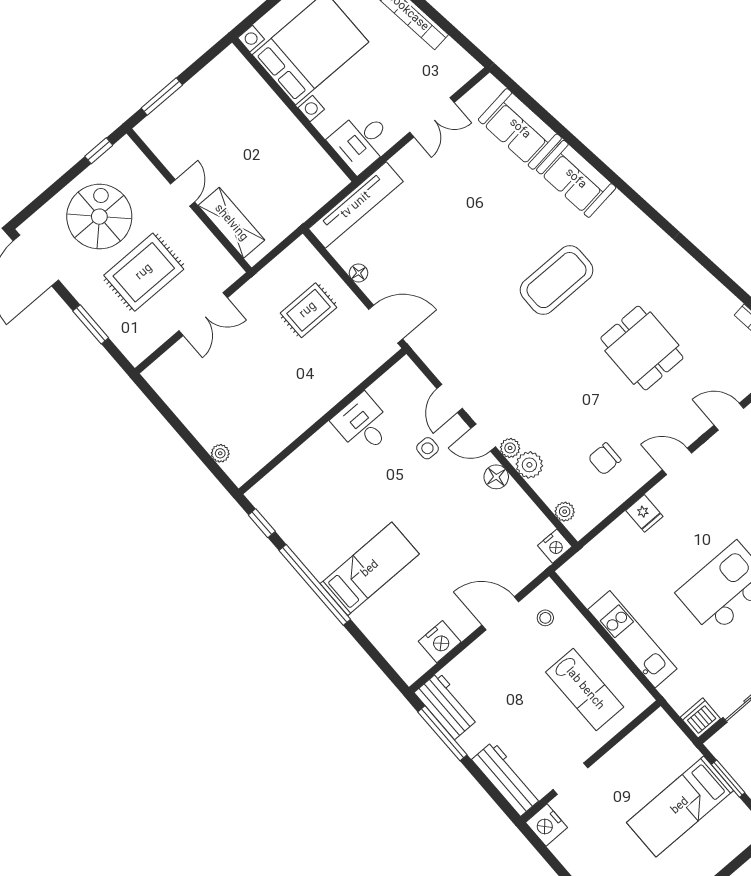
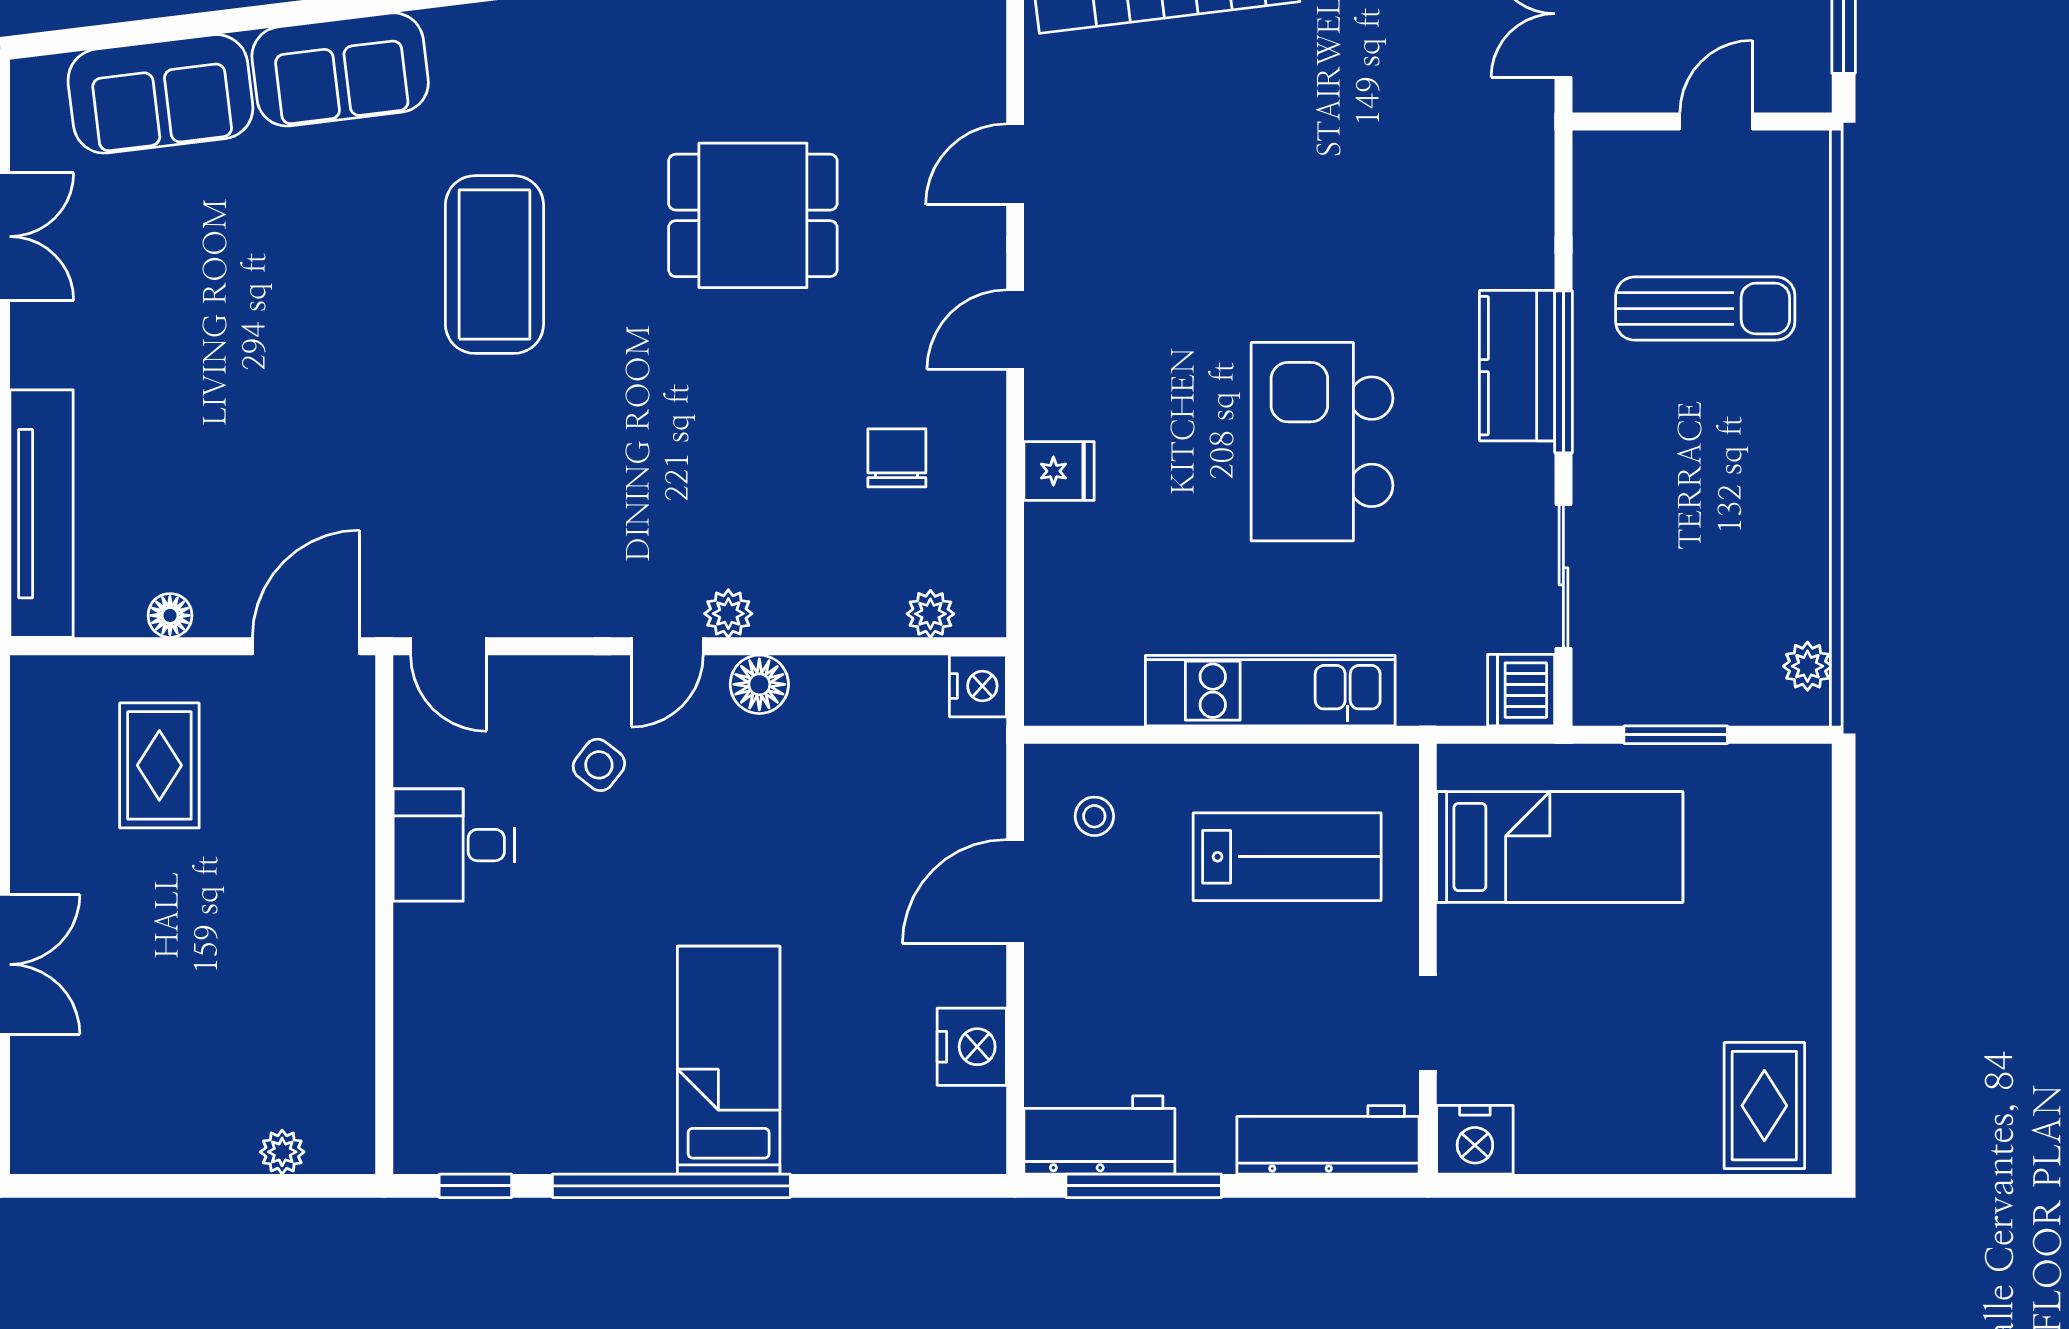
door: (450, 399) -> (449, 646), moved
side table: (427, 448) -> (599, 765), turned 38
chair: (605, 459) -> (897, 458), turned 180
plant: (529, 465) -> (790, 605), removed
bed: (680, 806) -> (1560, 847), moved, turned -90

